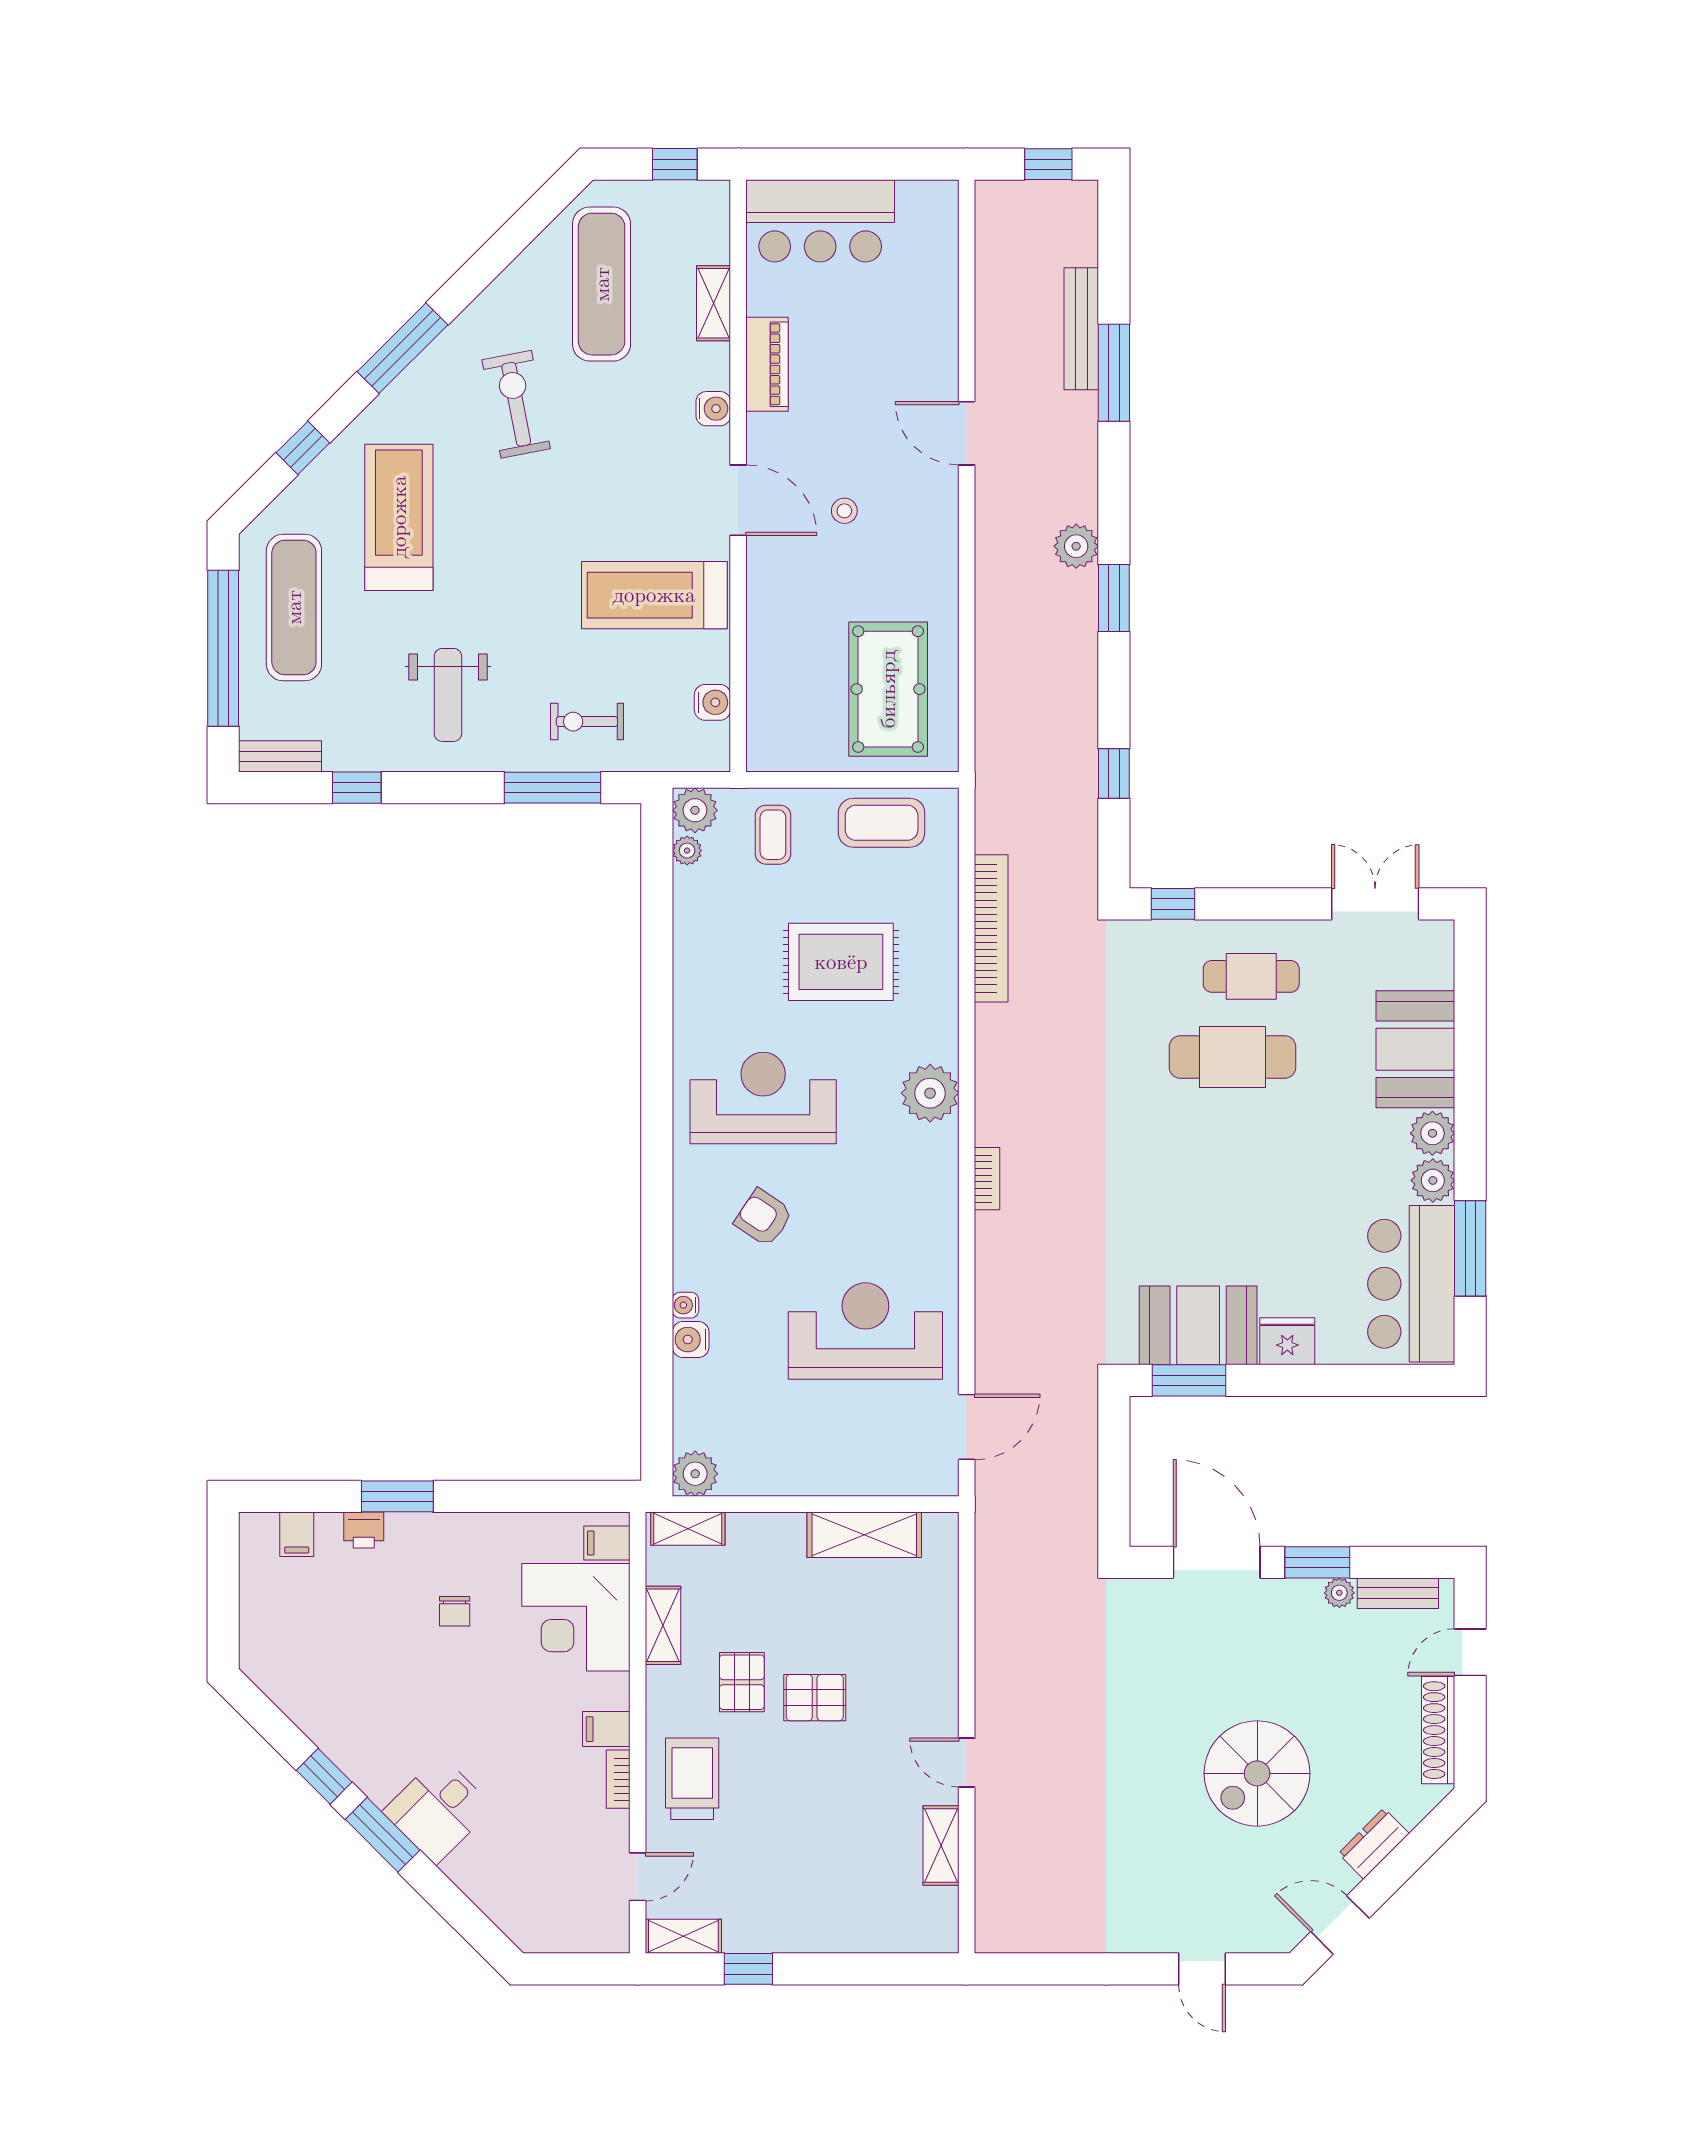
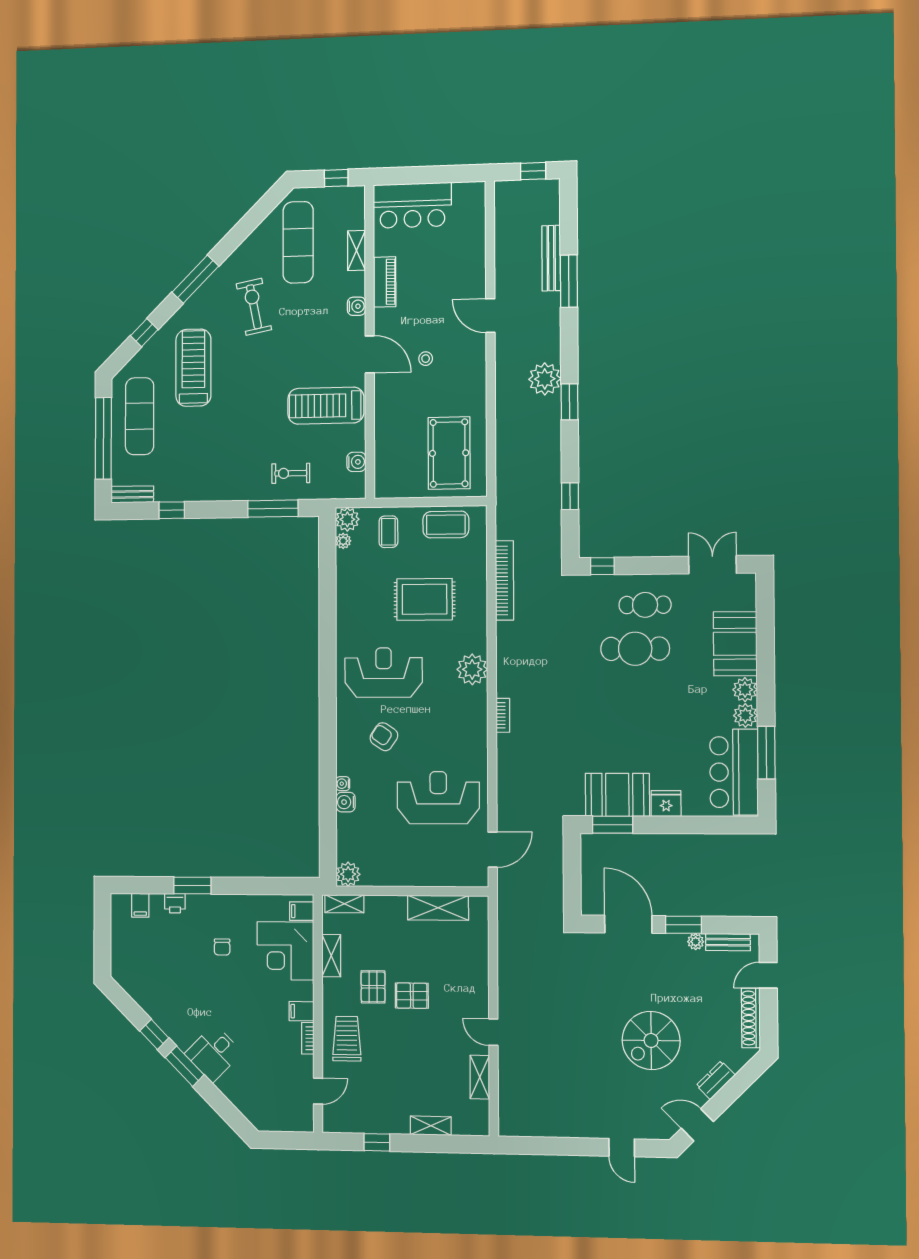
plant: (1076, 546) -> (545, 379), width x1.36, depth x1.36
weight bench: (448, 695) -> (219, 461), removed
shelving: (683, 1936) -> (431, 1126), moved

